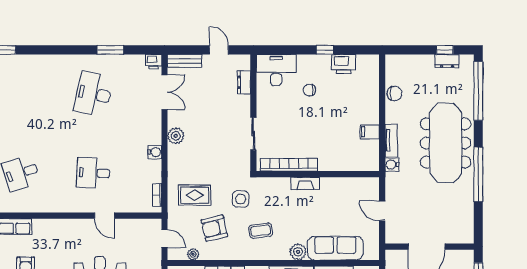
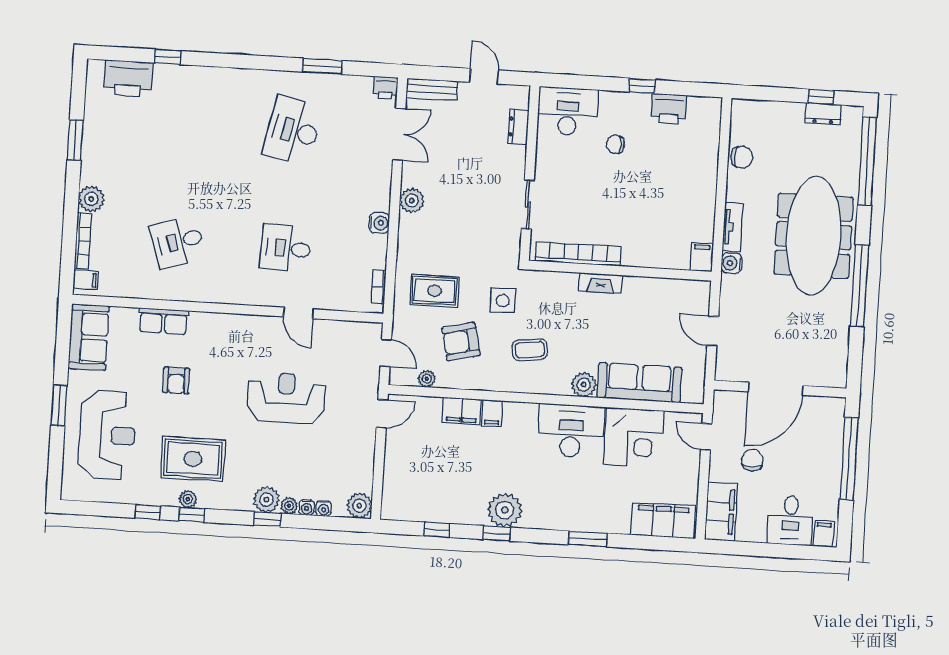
filing cabinet: (370, 132) -> (701, 257), moved, turned 90

